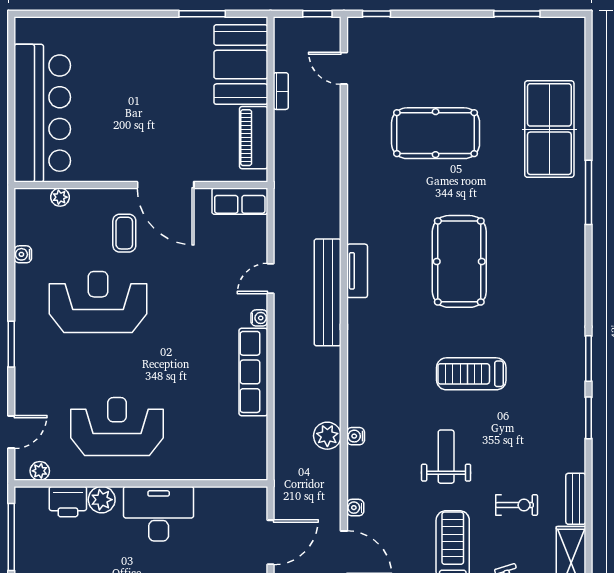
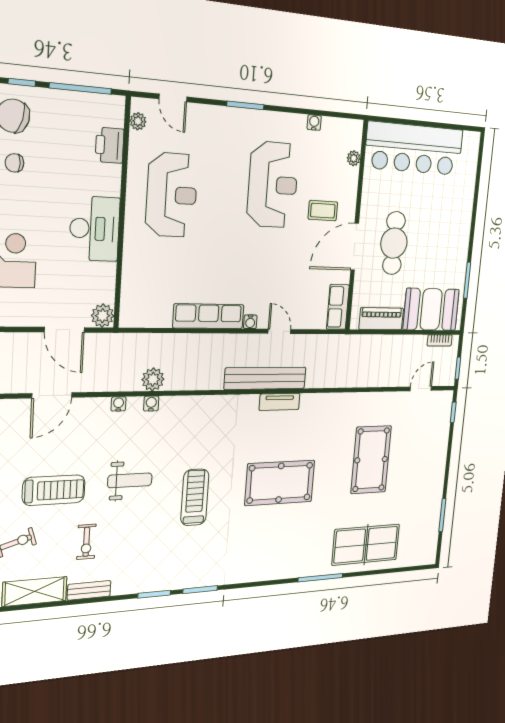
bookcase: (281, 91) -> (440, 340), moved
cafe table: (159, 129) -> (394, 243), added
plant: (102, 500) -> (103, 316), moved
water cooler: (355, 508) -> (119, 404), moved

